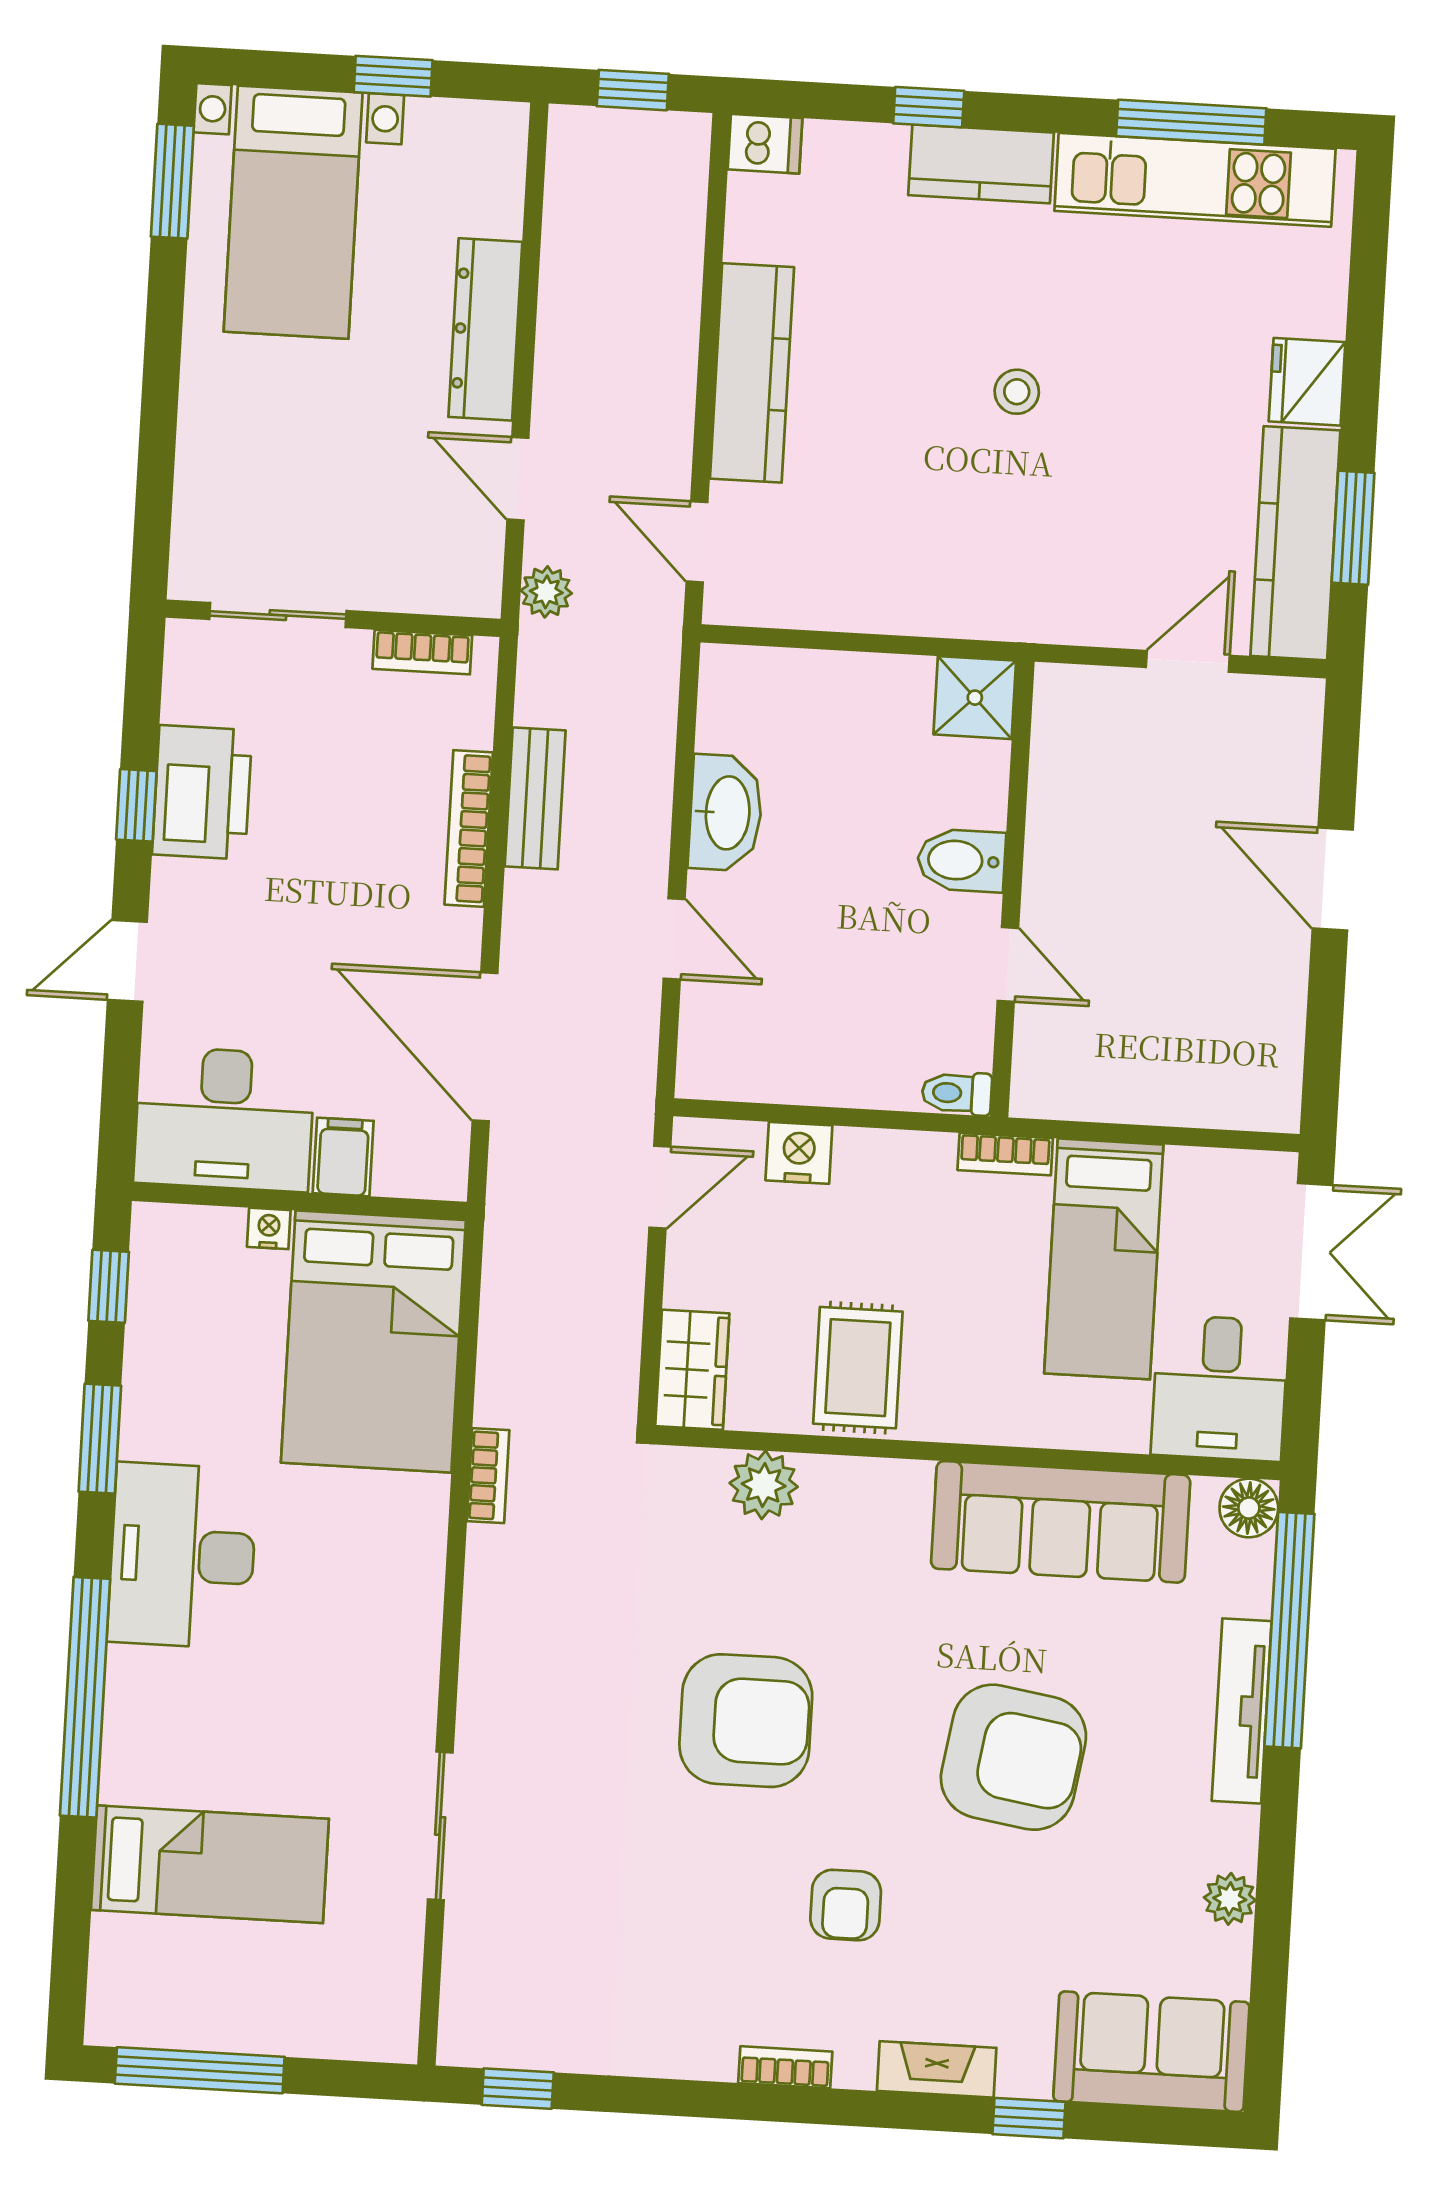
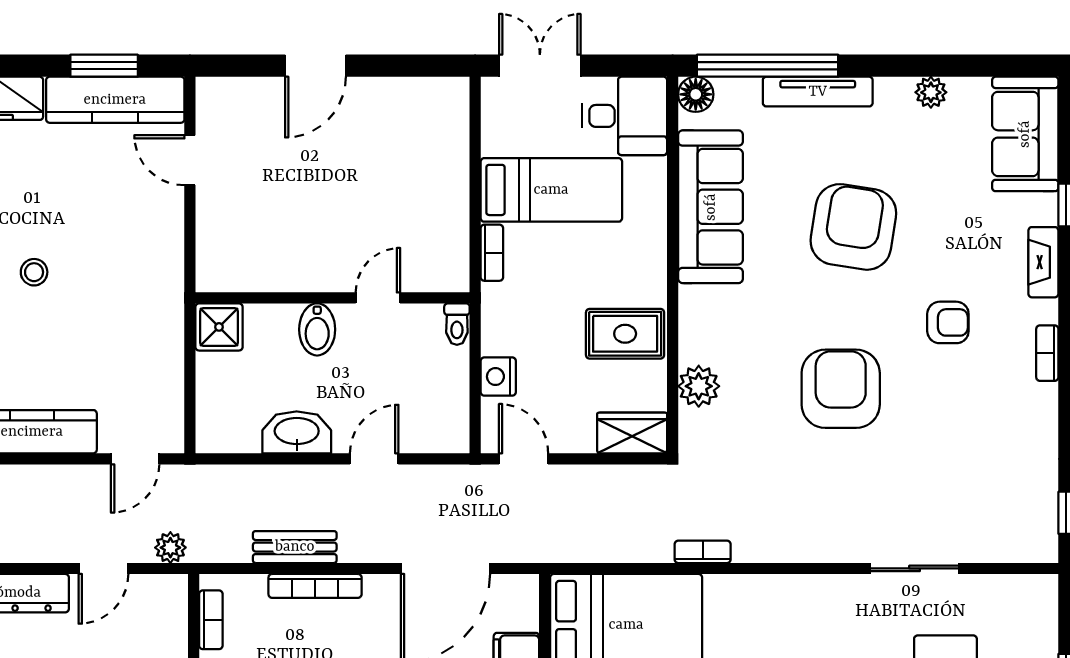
shower: (975, 698) -> (219, 327), moved
bidet: (961, 860) -> (317, 329), moved
wall: (1012, 889) -> (333, 298), moved
door: (1008, 964) -> (378, 298), moved
toilet: (957, 1093) -> (457, 324), moved

